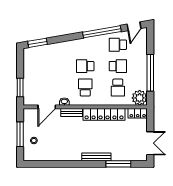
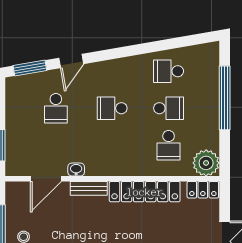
door: (134, 26) -> (71, 61), moved
window: (102, 32) -> (141, 49), removed
window: (150, 73) -> (225, 98), moved
school desk: (85, 88) -> (56, 108), moved, turned 180

